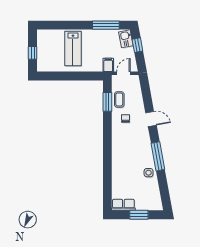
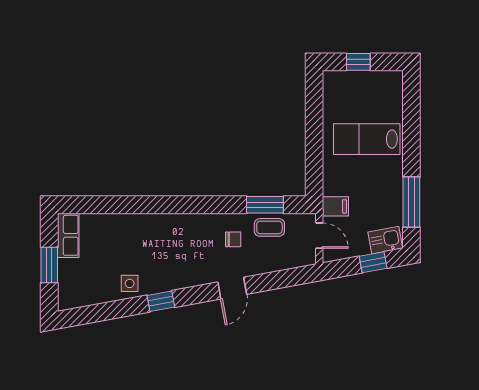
window: (158, 156) -> (161, 301), width x0.46

